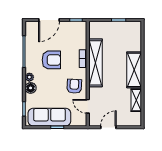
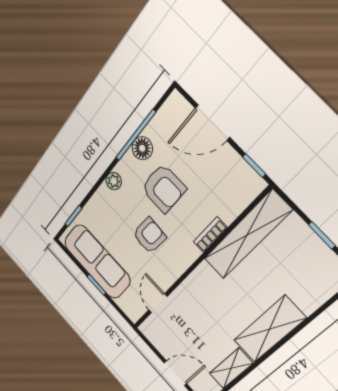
shelving: (95, 63) -> (247, 235), moved
armchair: (74, 86) -> (149, 236), moved
floor lamp: (31, 88) -> (142, 148), moved
door: (108, 127) -> (175, 373), moved

